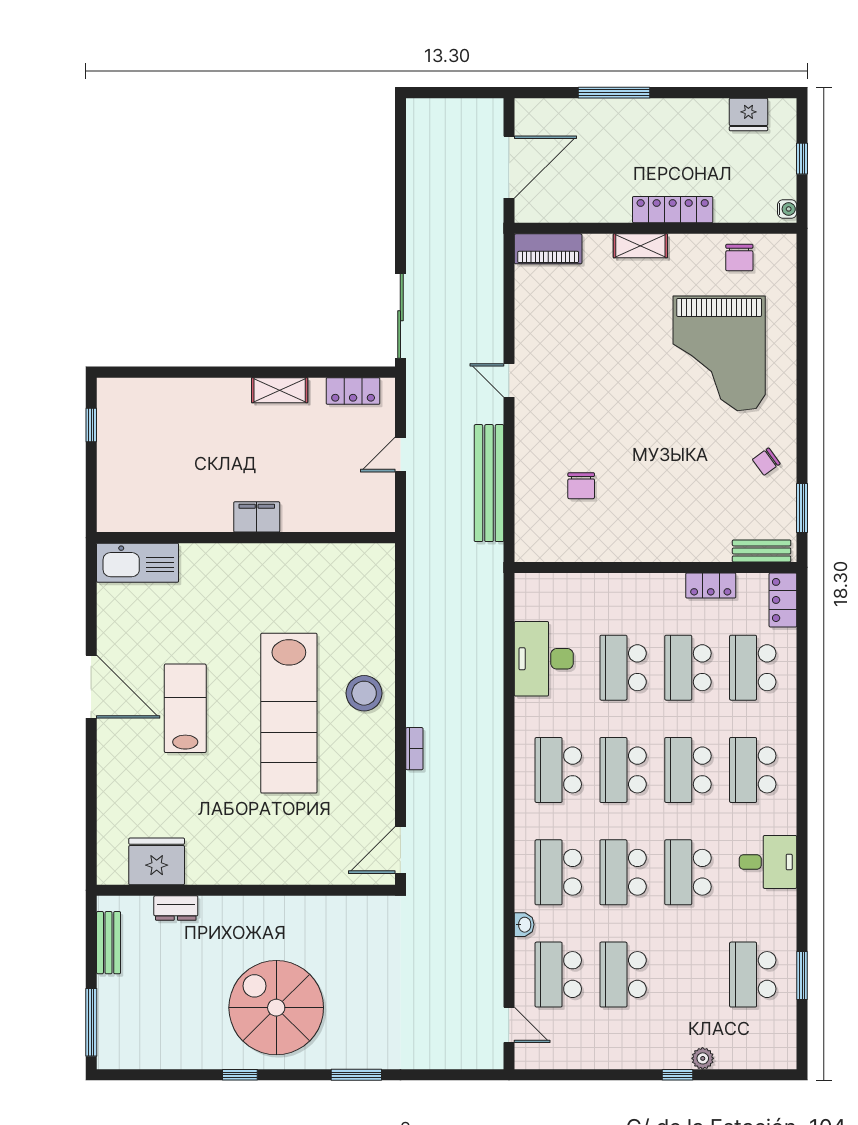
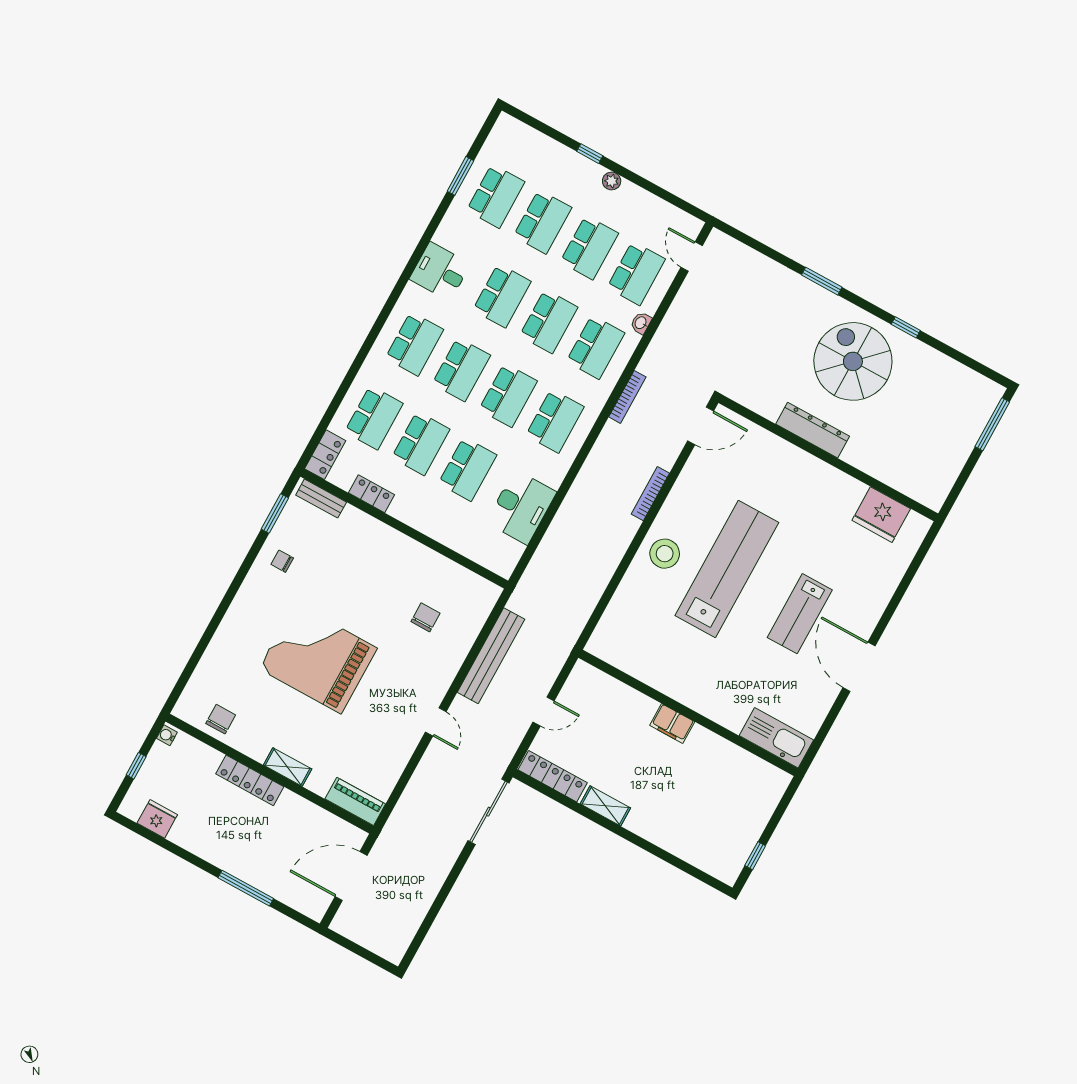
grand piano: (719, 353) -> (318, 658), moved, turned -90
locker: (353, 391) -> (553, 776), width x1.53
chair: (766, 462) -> (282, 561), turned -144
bookcase: (414, 749) -> (650, 494), width x1.56
bookcase: (495, 838) -> (627, 397), added
dresser: (176, 908) -> (813, 430), moved, width x1.96, depth x1.24
bench: (109, 943) -> (948, 475), removed
school desk: (688, 975) -> (542, 222), added
spiral stairs: (276, 1008) -> (853, 361), turned 180
plant: (703, 1058) -> (612, 181), moved

